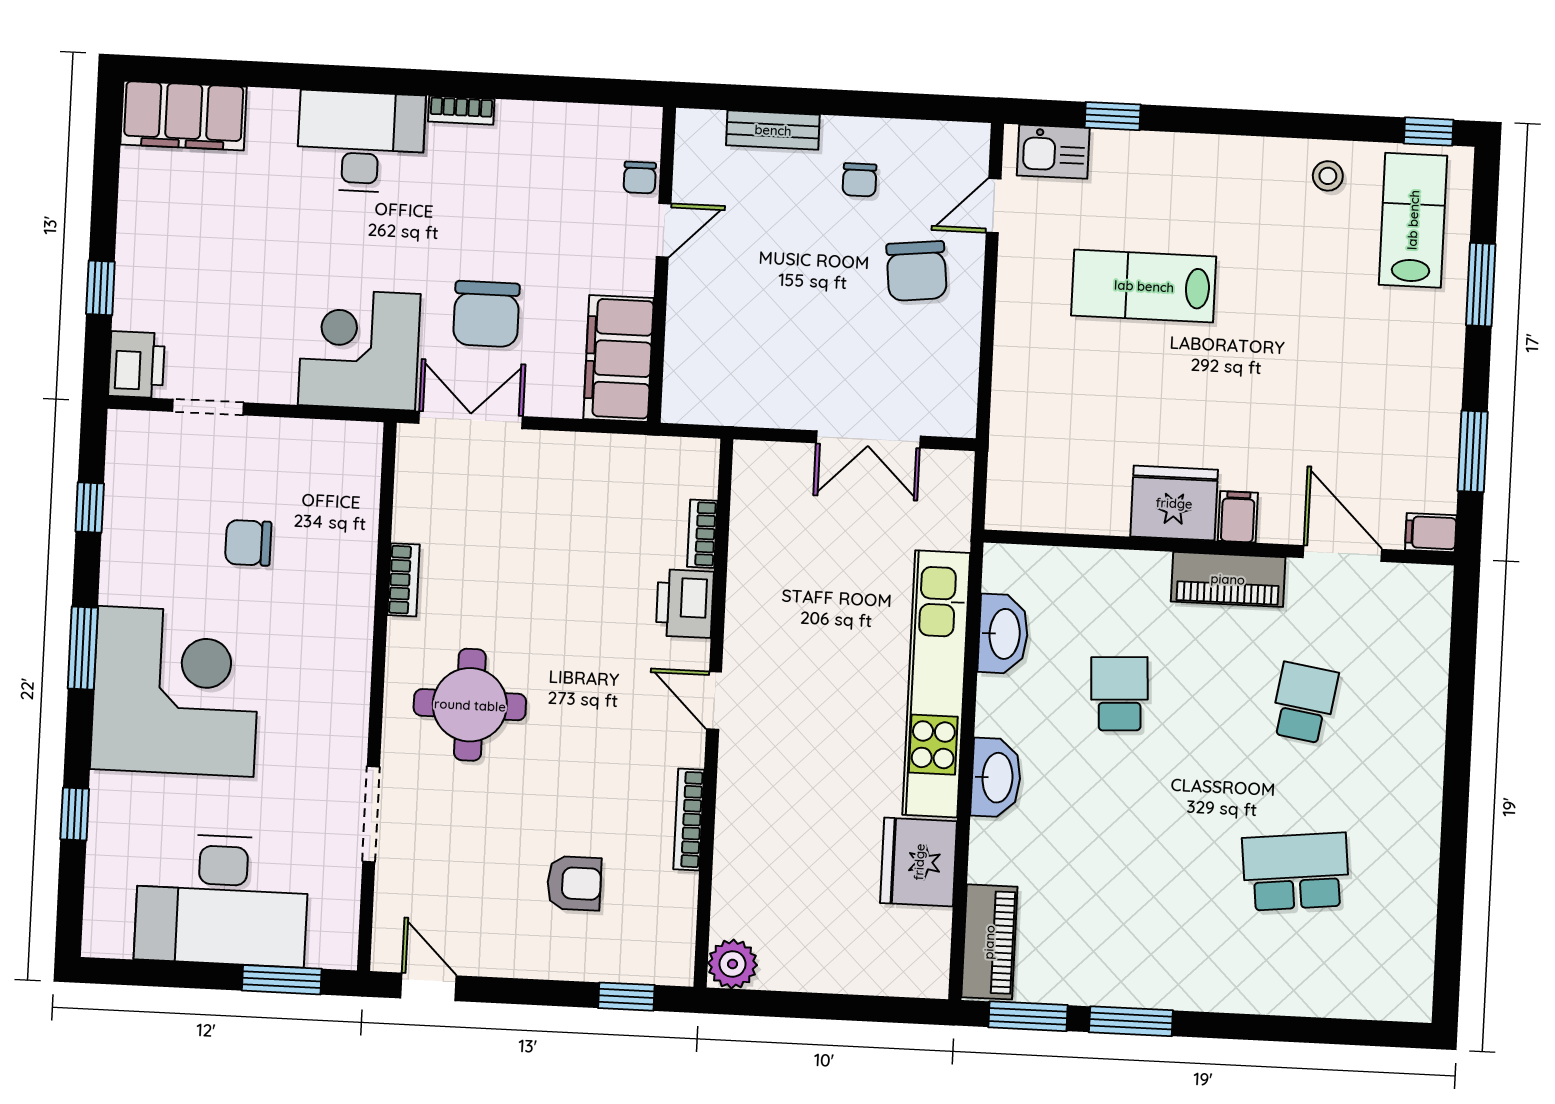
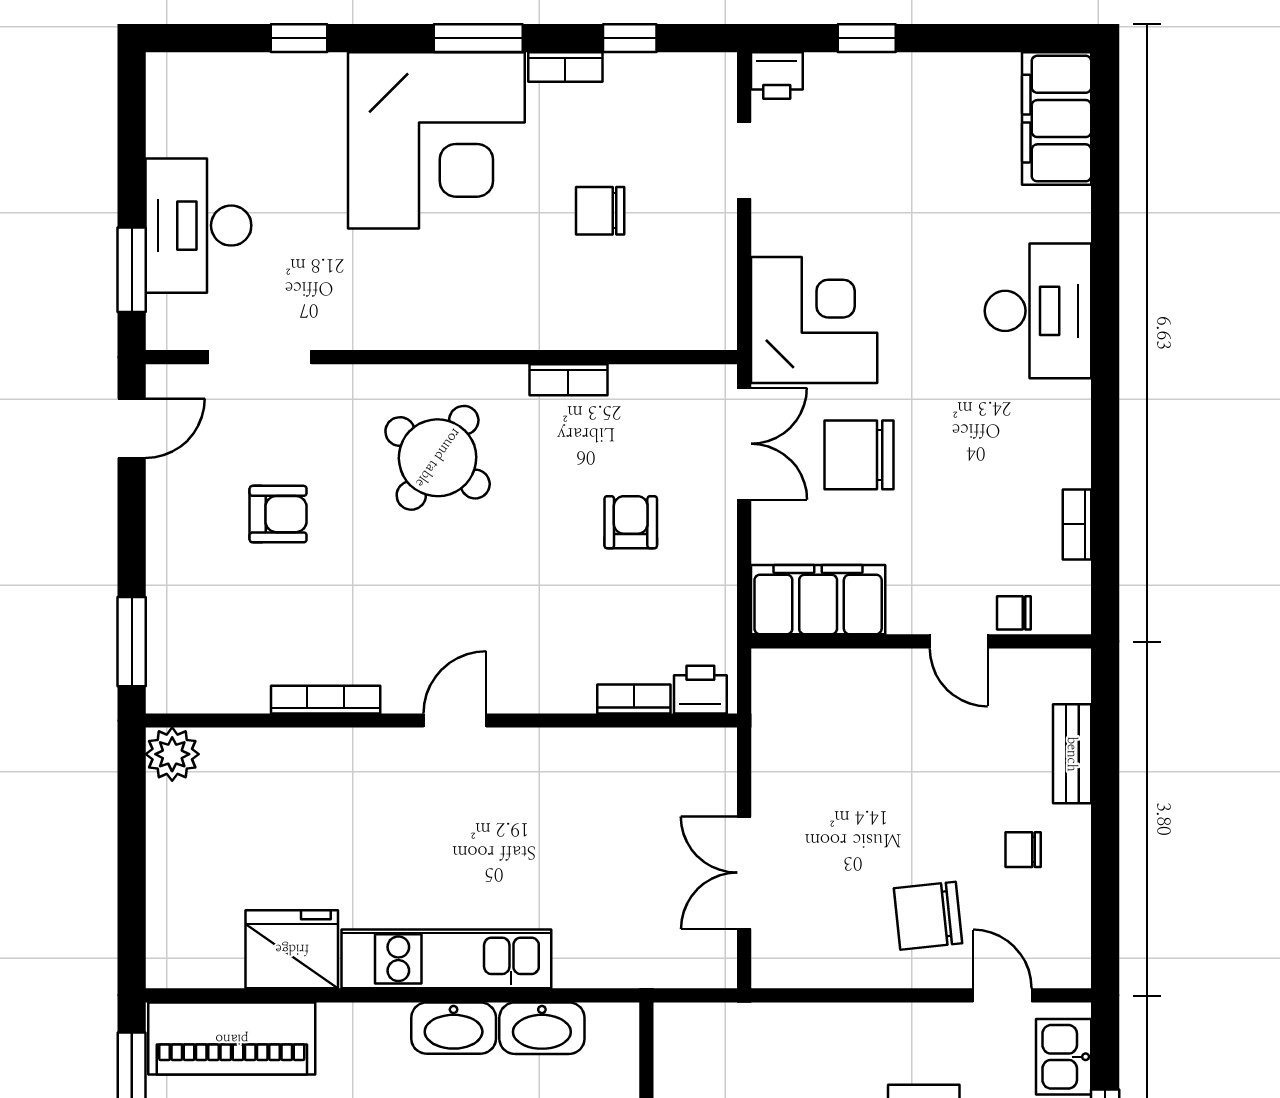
bookcase: (461, 110) -> (1077, 524), moved
printer: (137, 365) -> (777, 76), width x0.73, depth x0.81
armchair: (538, 529) -> (631, 522), added
chair: (248, 543) -> (600, 211), turned -90
bookcase: (113, 568) -> (565, 67), added
printer: (685, 604) -> (700, 690), moved, width x0.73, depth x0.81
kitchen unit: (936, 684) -> (446, 959), width x0.73
round table: (470, 705) -> (438, 458), turned 35
washbasin: (996, 778) -> (454, 1028), moved
doorway: (371, 814) -> (260, 357), moved
armchair: (574, 883) -> (278, 514), moved, turned -90
desk: (222, 900) -> (198, 226), width x0.73, depth x0.77
piano: (989, 942) -> (232, 1039), width x1.37, depth x1.33
window: (626, 997) -> (132, 642), width x1.50

